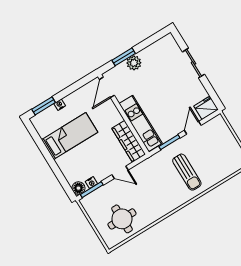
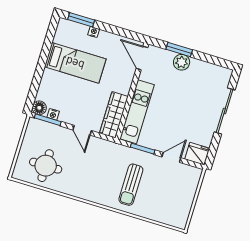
sliding door: (193, 63) -> (225, 111), width x1.37
door: (107, 87) -> (142, 58), hinge flipped

